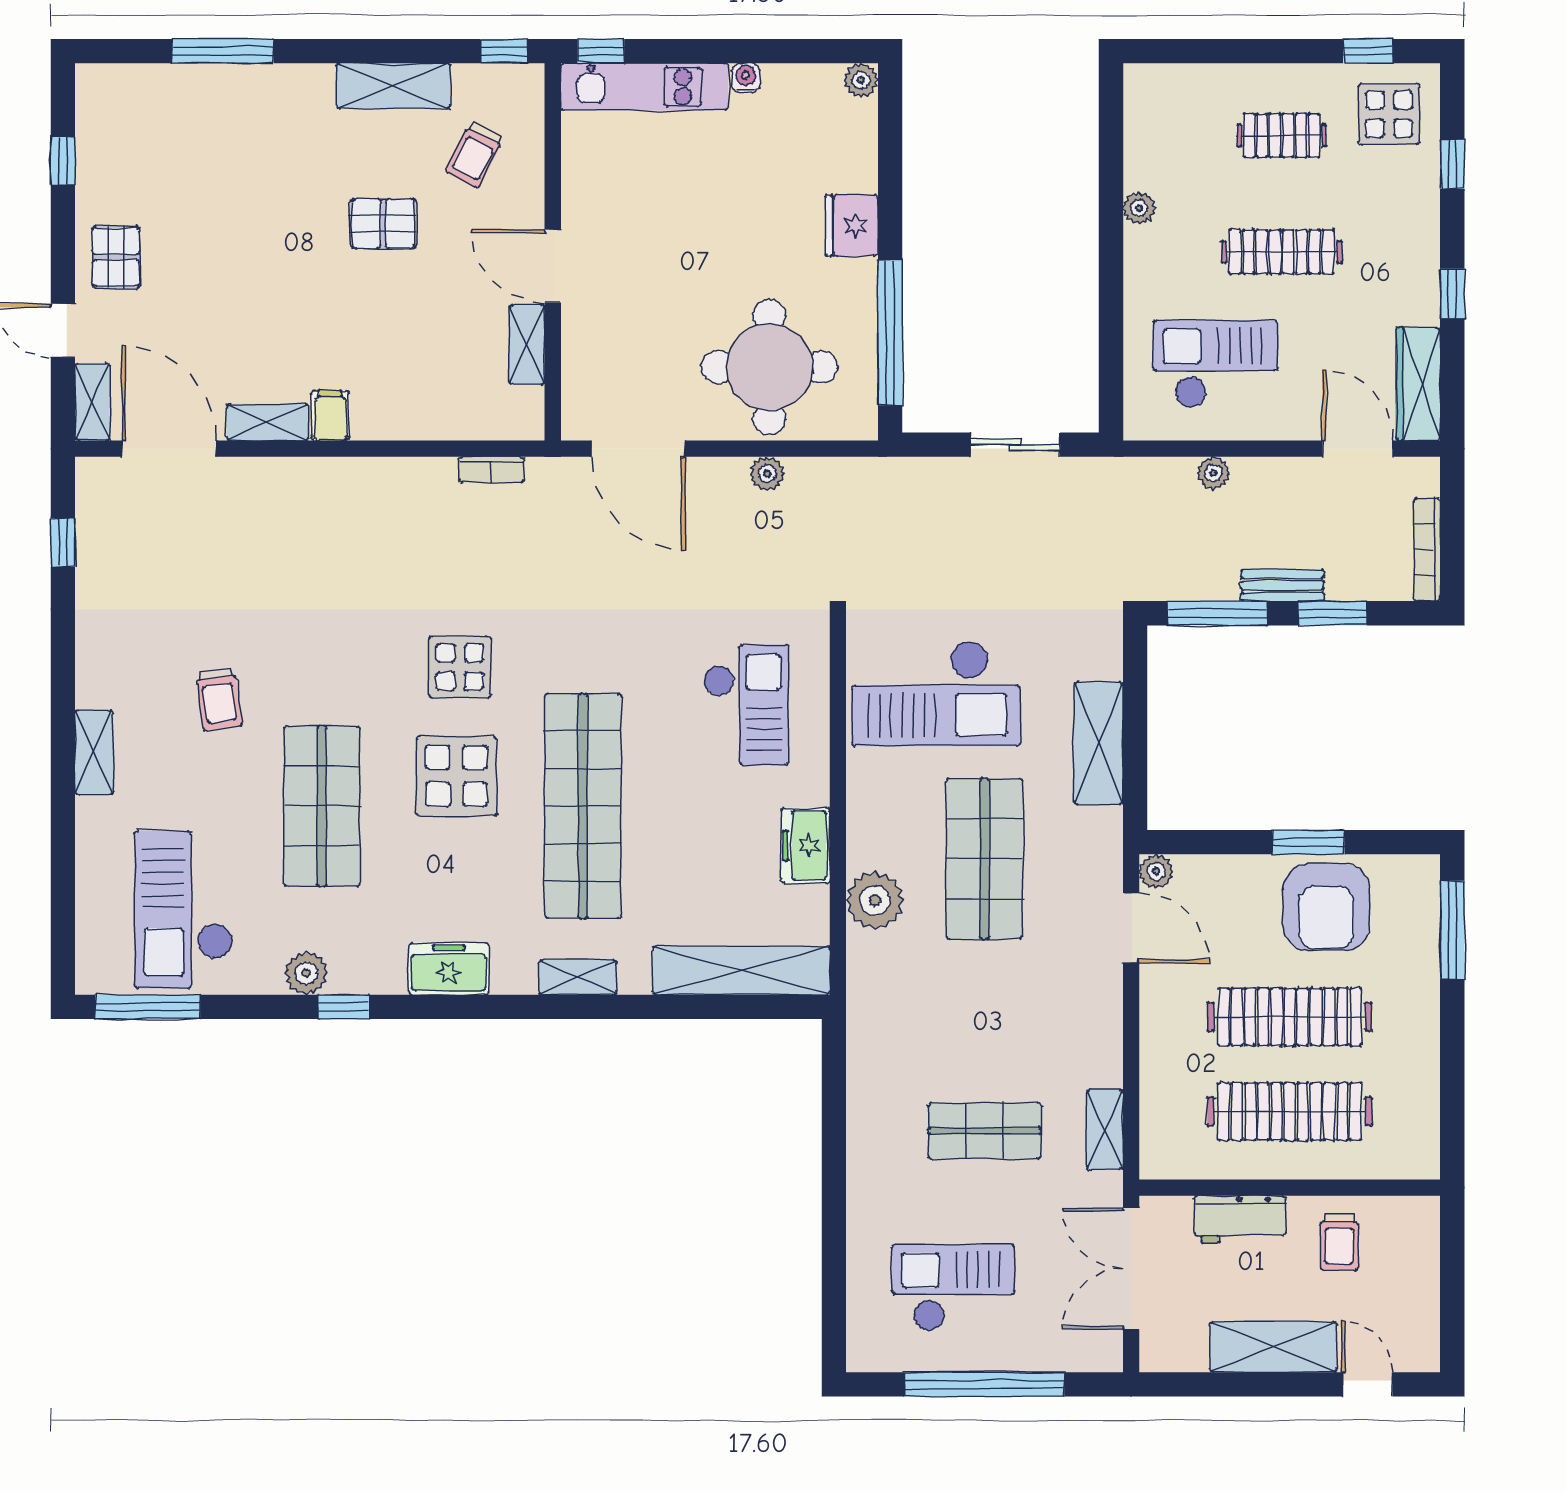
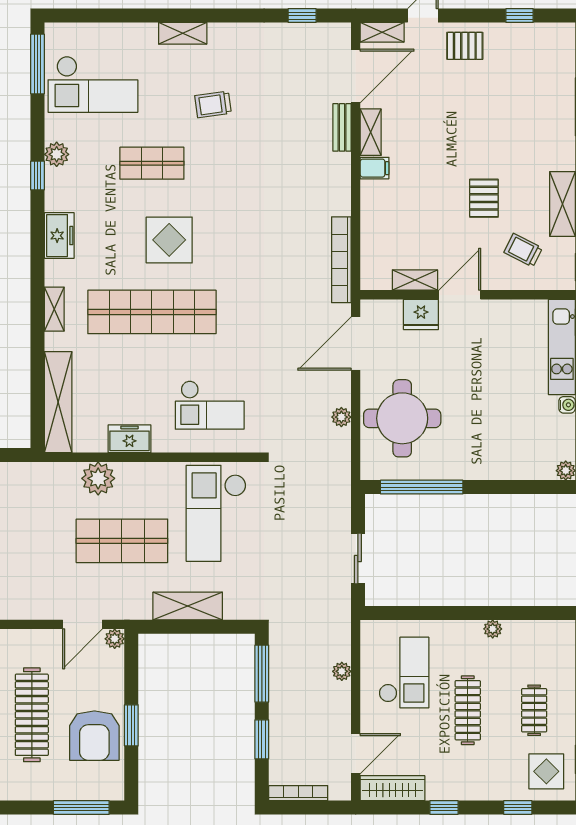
fridge: (852, 225) -> (421, 314), moved, turned 180
bookcase: (491, 470) -> (341, 260), width x2.31, depth x1.31
bench: (1283, 585) -> (342, 127), moved
display table: (460, 667) -> (231, 242), removed
shop shelf: (322, 806) -> (152, 163), width x0.70, depth x0.74
armchair: (1326, 907) -> (94, 736), turned -90
checkout: (183, 910) -> (93, 84), turned 180

